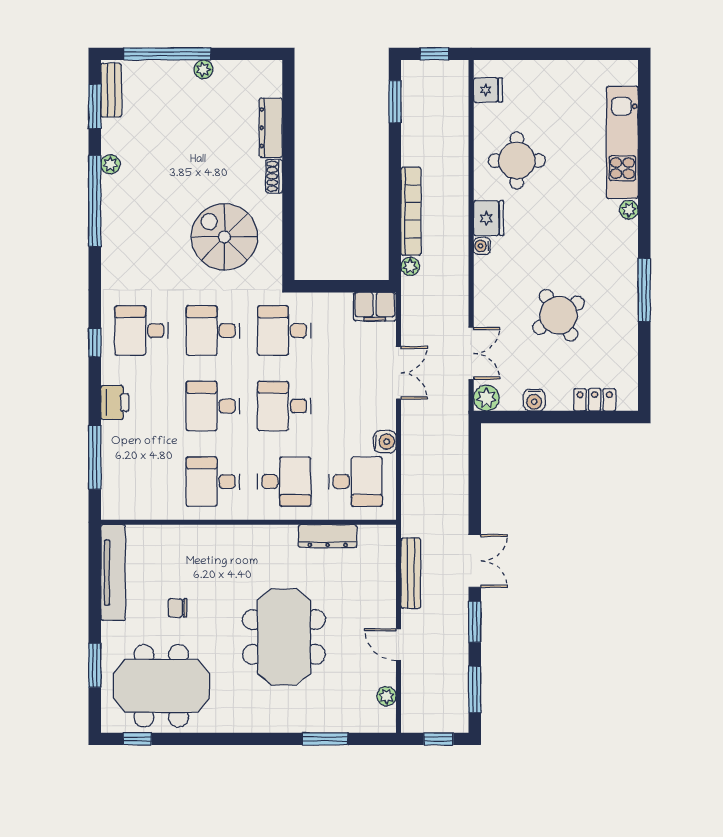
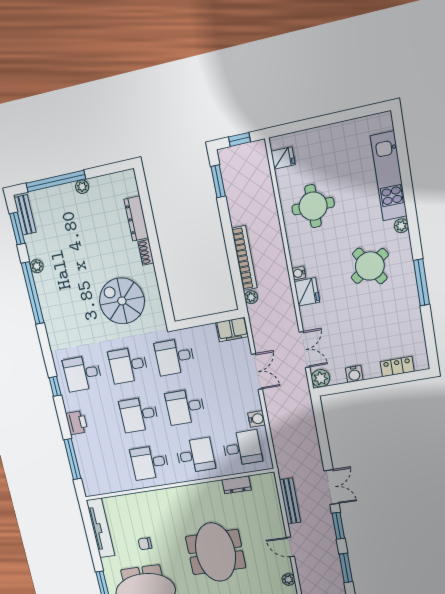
fridge: (489, 218) -> (307, 292), moved
round table: (558, 315) -> (370, 266), moved
dresser: (328, 536) -> (237, 485), width x0.70

